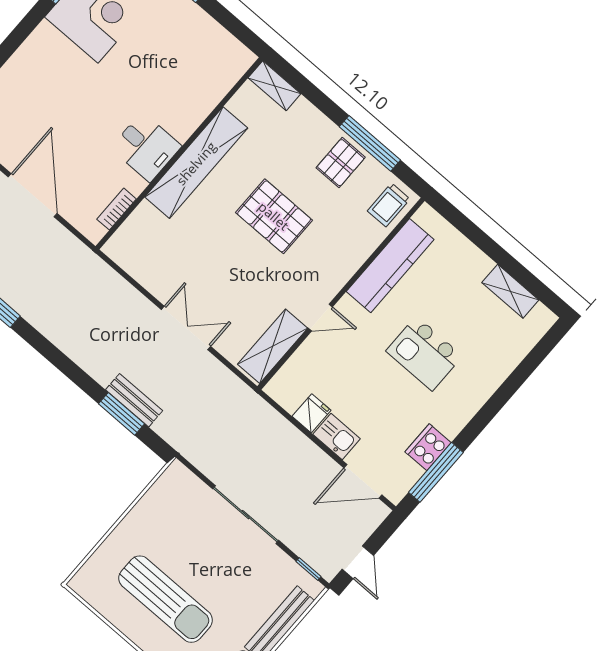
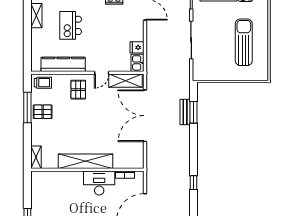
desk: (146, 147) -> (99, 183), width x1.37
pallet: (274, 216) -> (78, 90), moved, width x0.67, depth x0.71
door: (320, 318) -> (102, 73), swing flipped
double door: (186, 328) -> (145, 116), width x1.87
kitchen island: (424, 353) -> (71, 25), moved, turned 180
kitchen sink: (337, 436) -> (138, 63), moved

